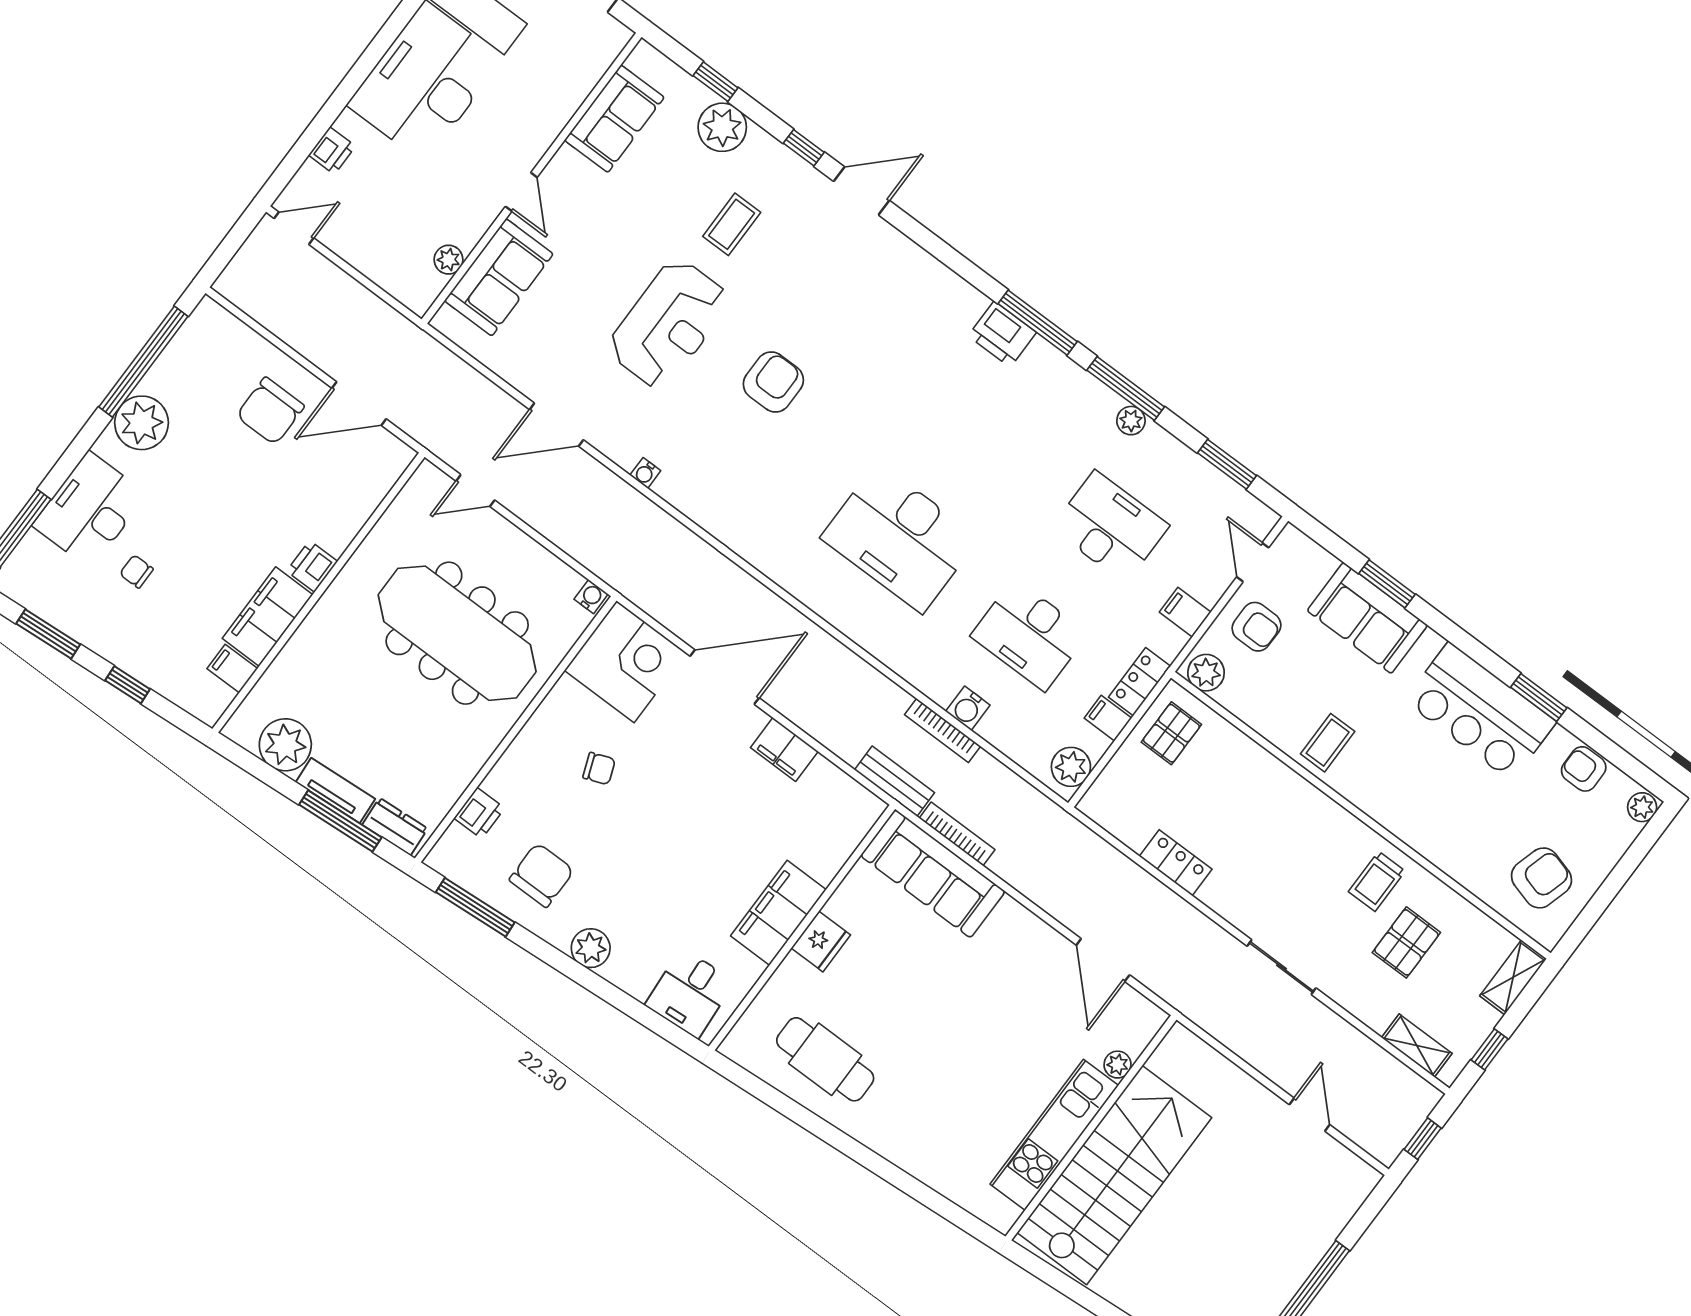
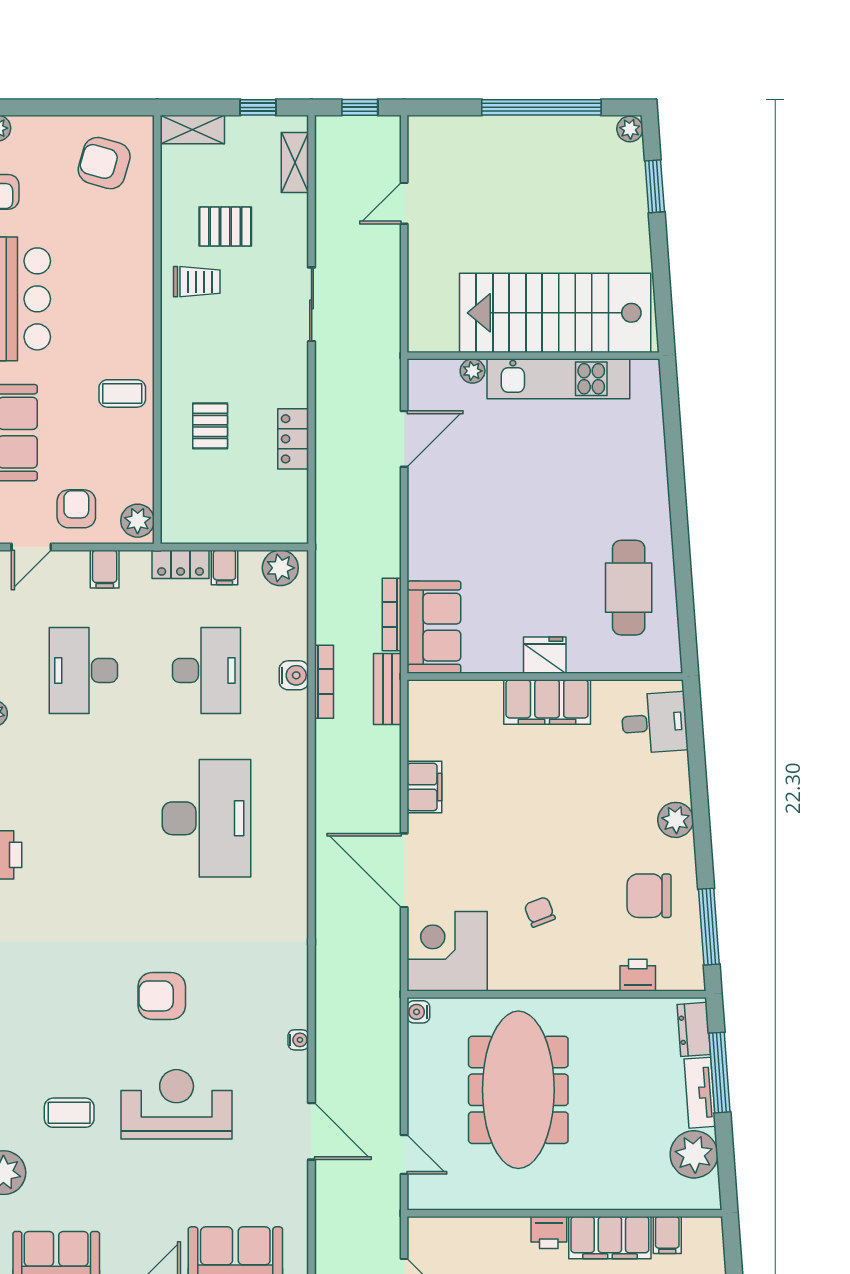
pallet: (1171, 733) -> (210, 426), moved, turned 90
sofa: (933, 874) -> (434, 627), width x0.73

